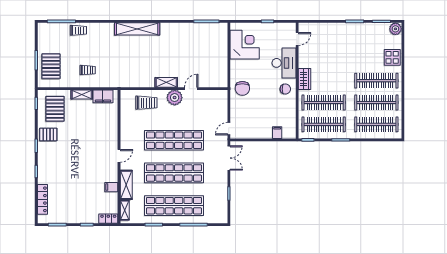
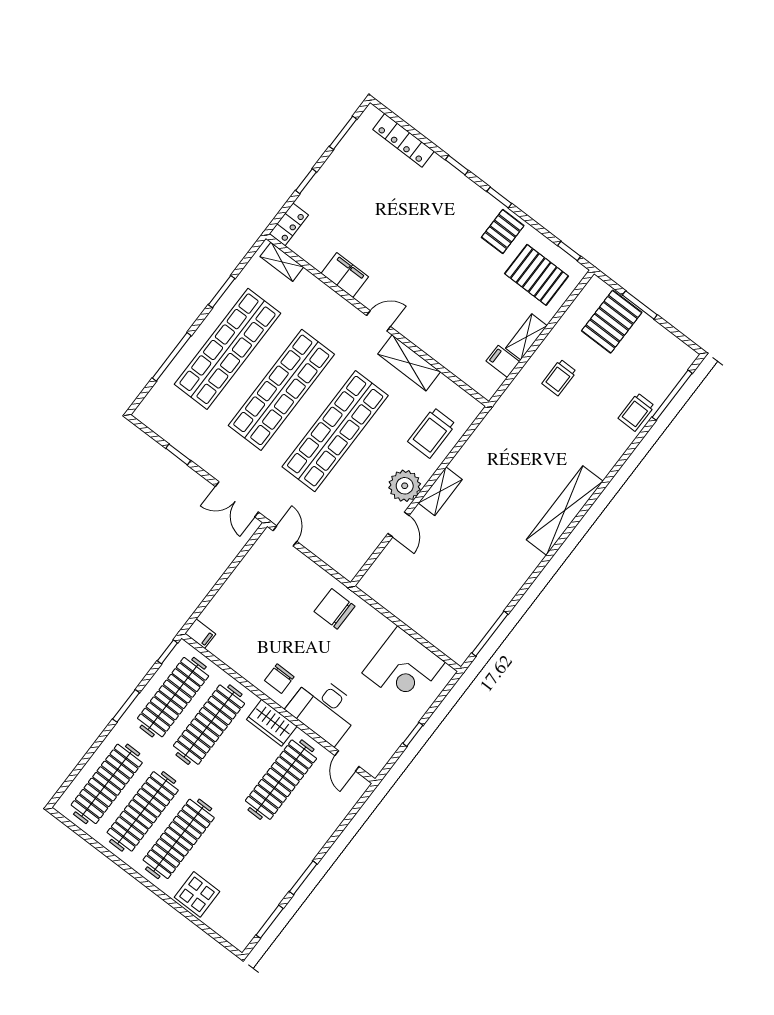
plant: (395, 29) -> (240, 935), removed
clothes rail: (324, 59) -> (281, 780), added
pallet: (51, 66) -> (612, 322), turned 90
filing cabinet: (103, 96) -> (503, 361), width x0.50
filing cabinet: (277, 133) -> (200, 634), moved
door: (119, 156) -> (379, 321), swing flipped
shelving: (126, 185) -> (409, 363), moved
filing cabinet: (111, 187) -> (345, 275), width x2.00

